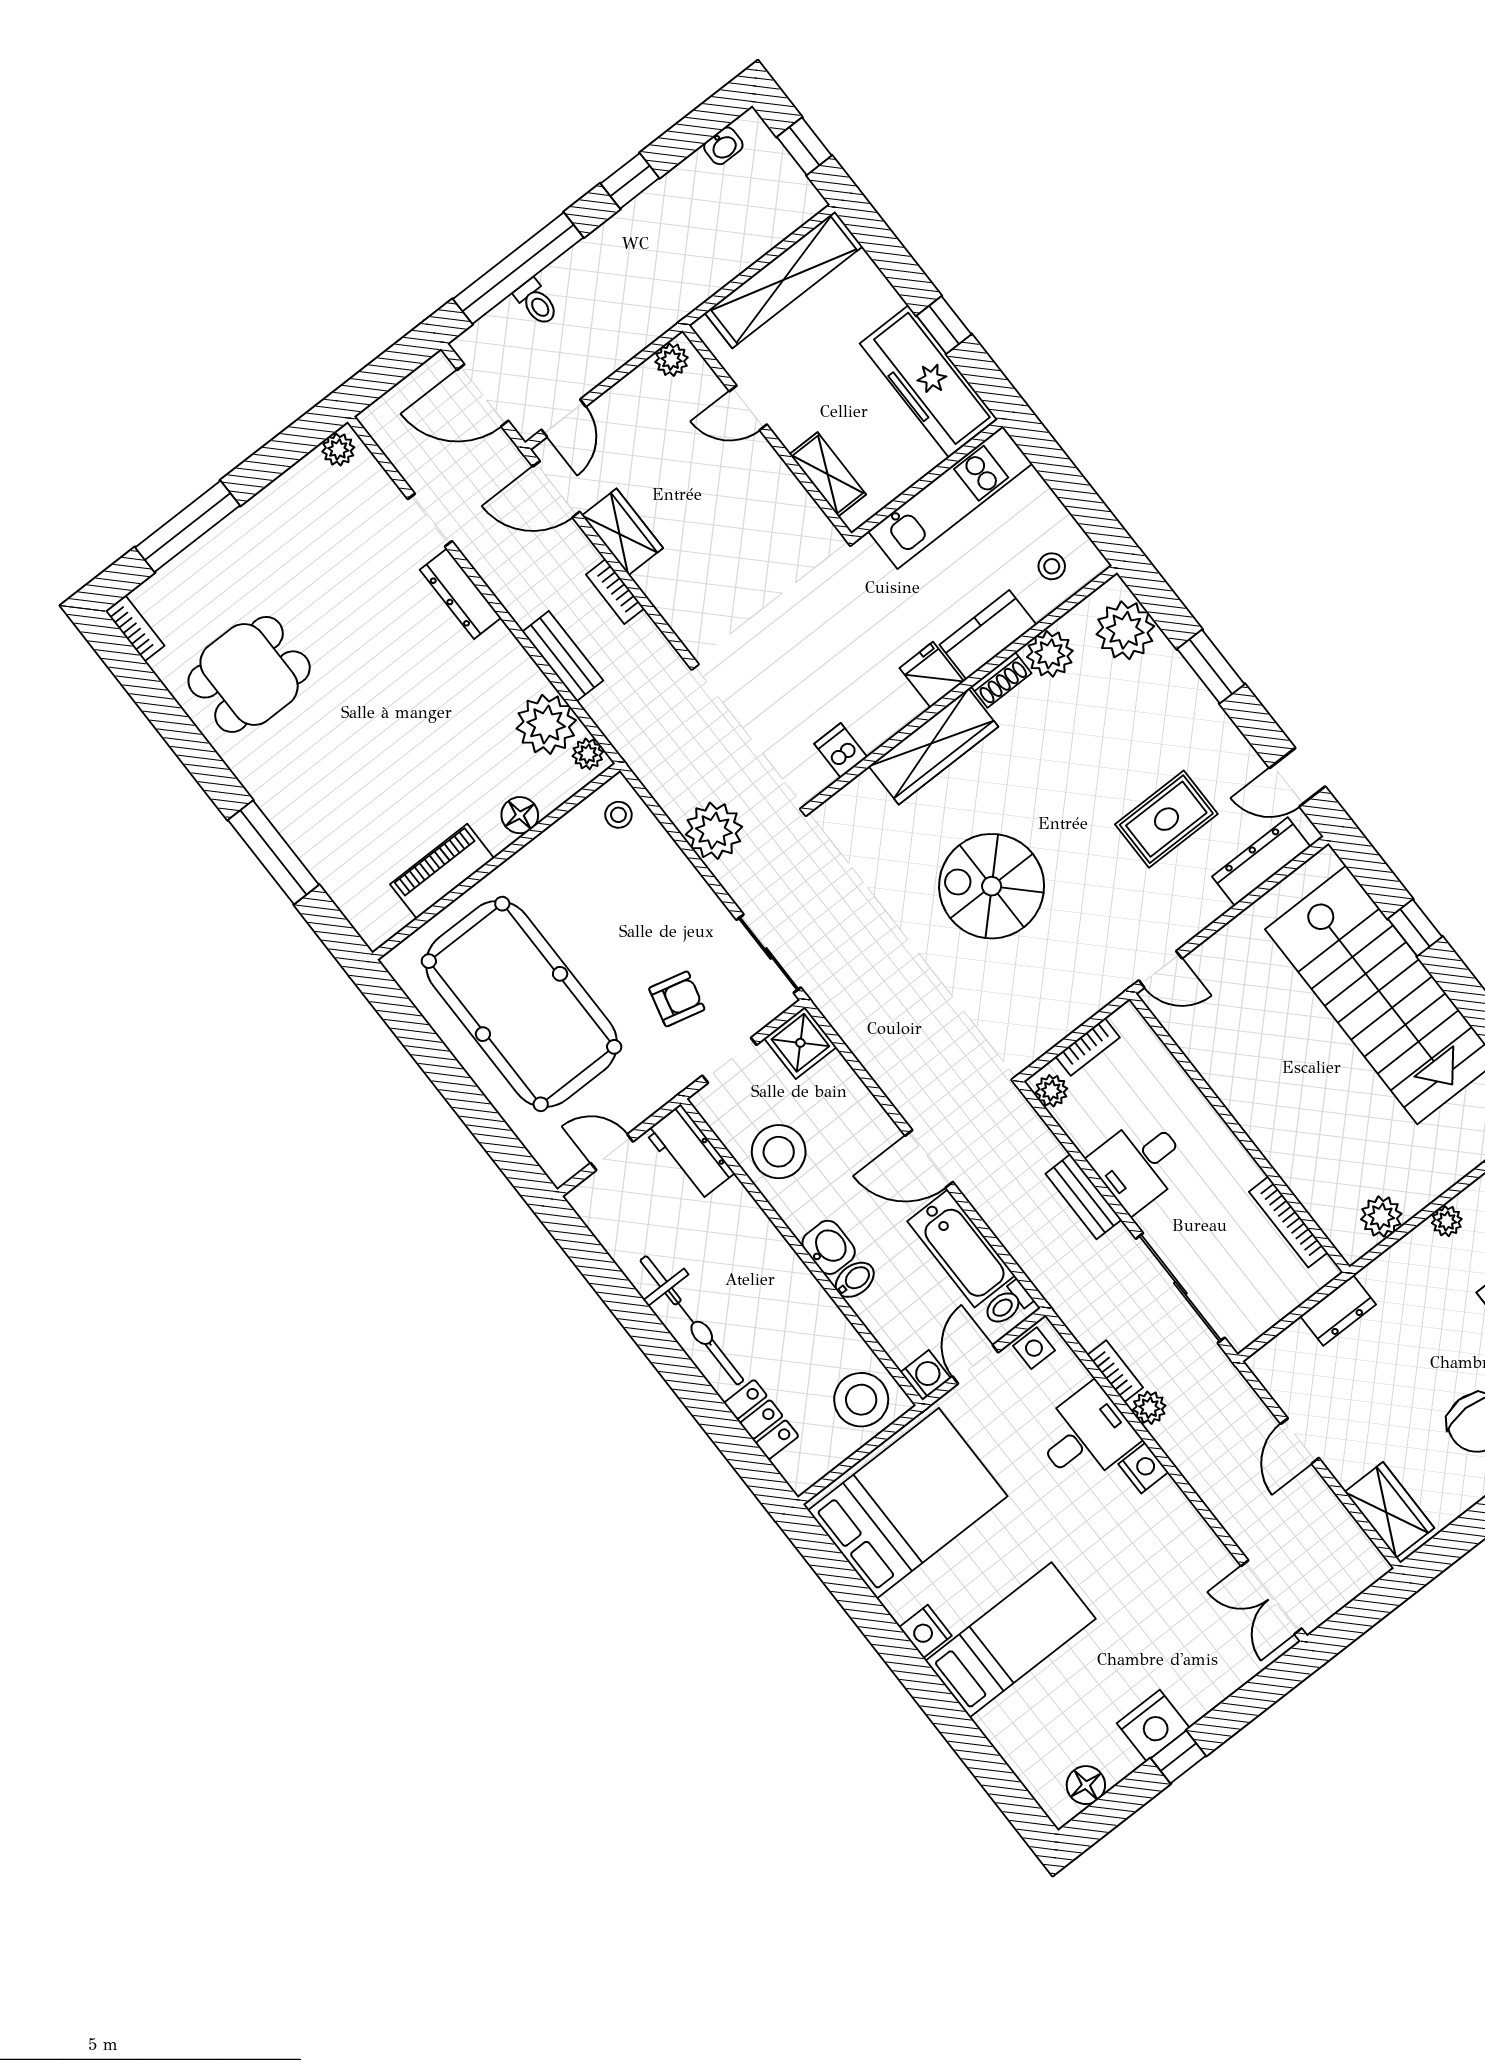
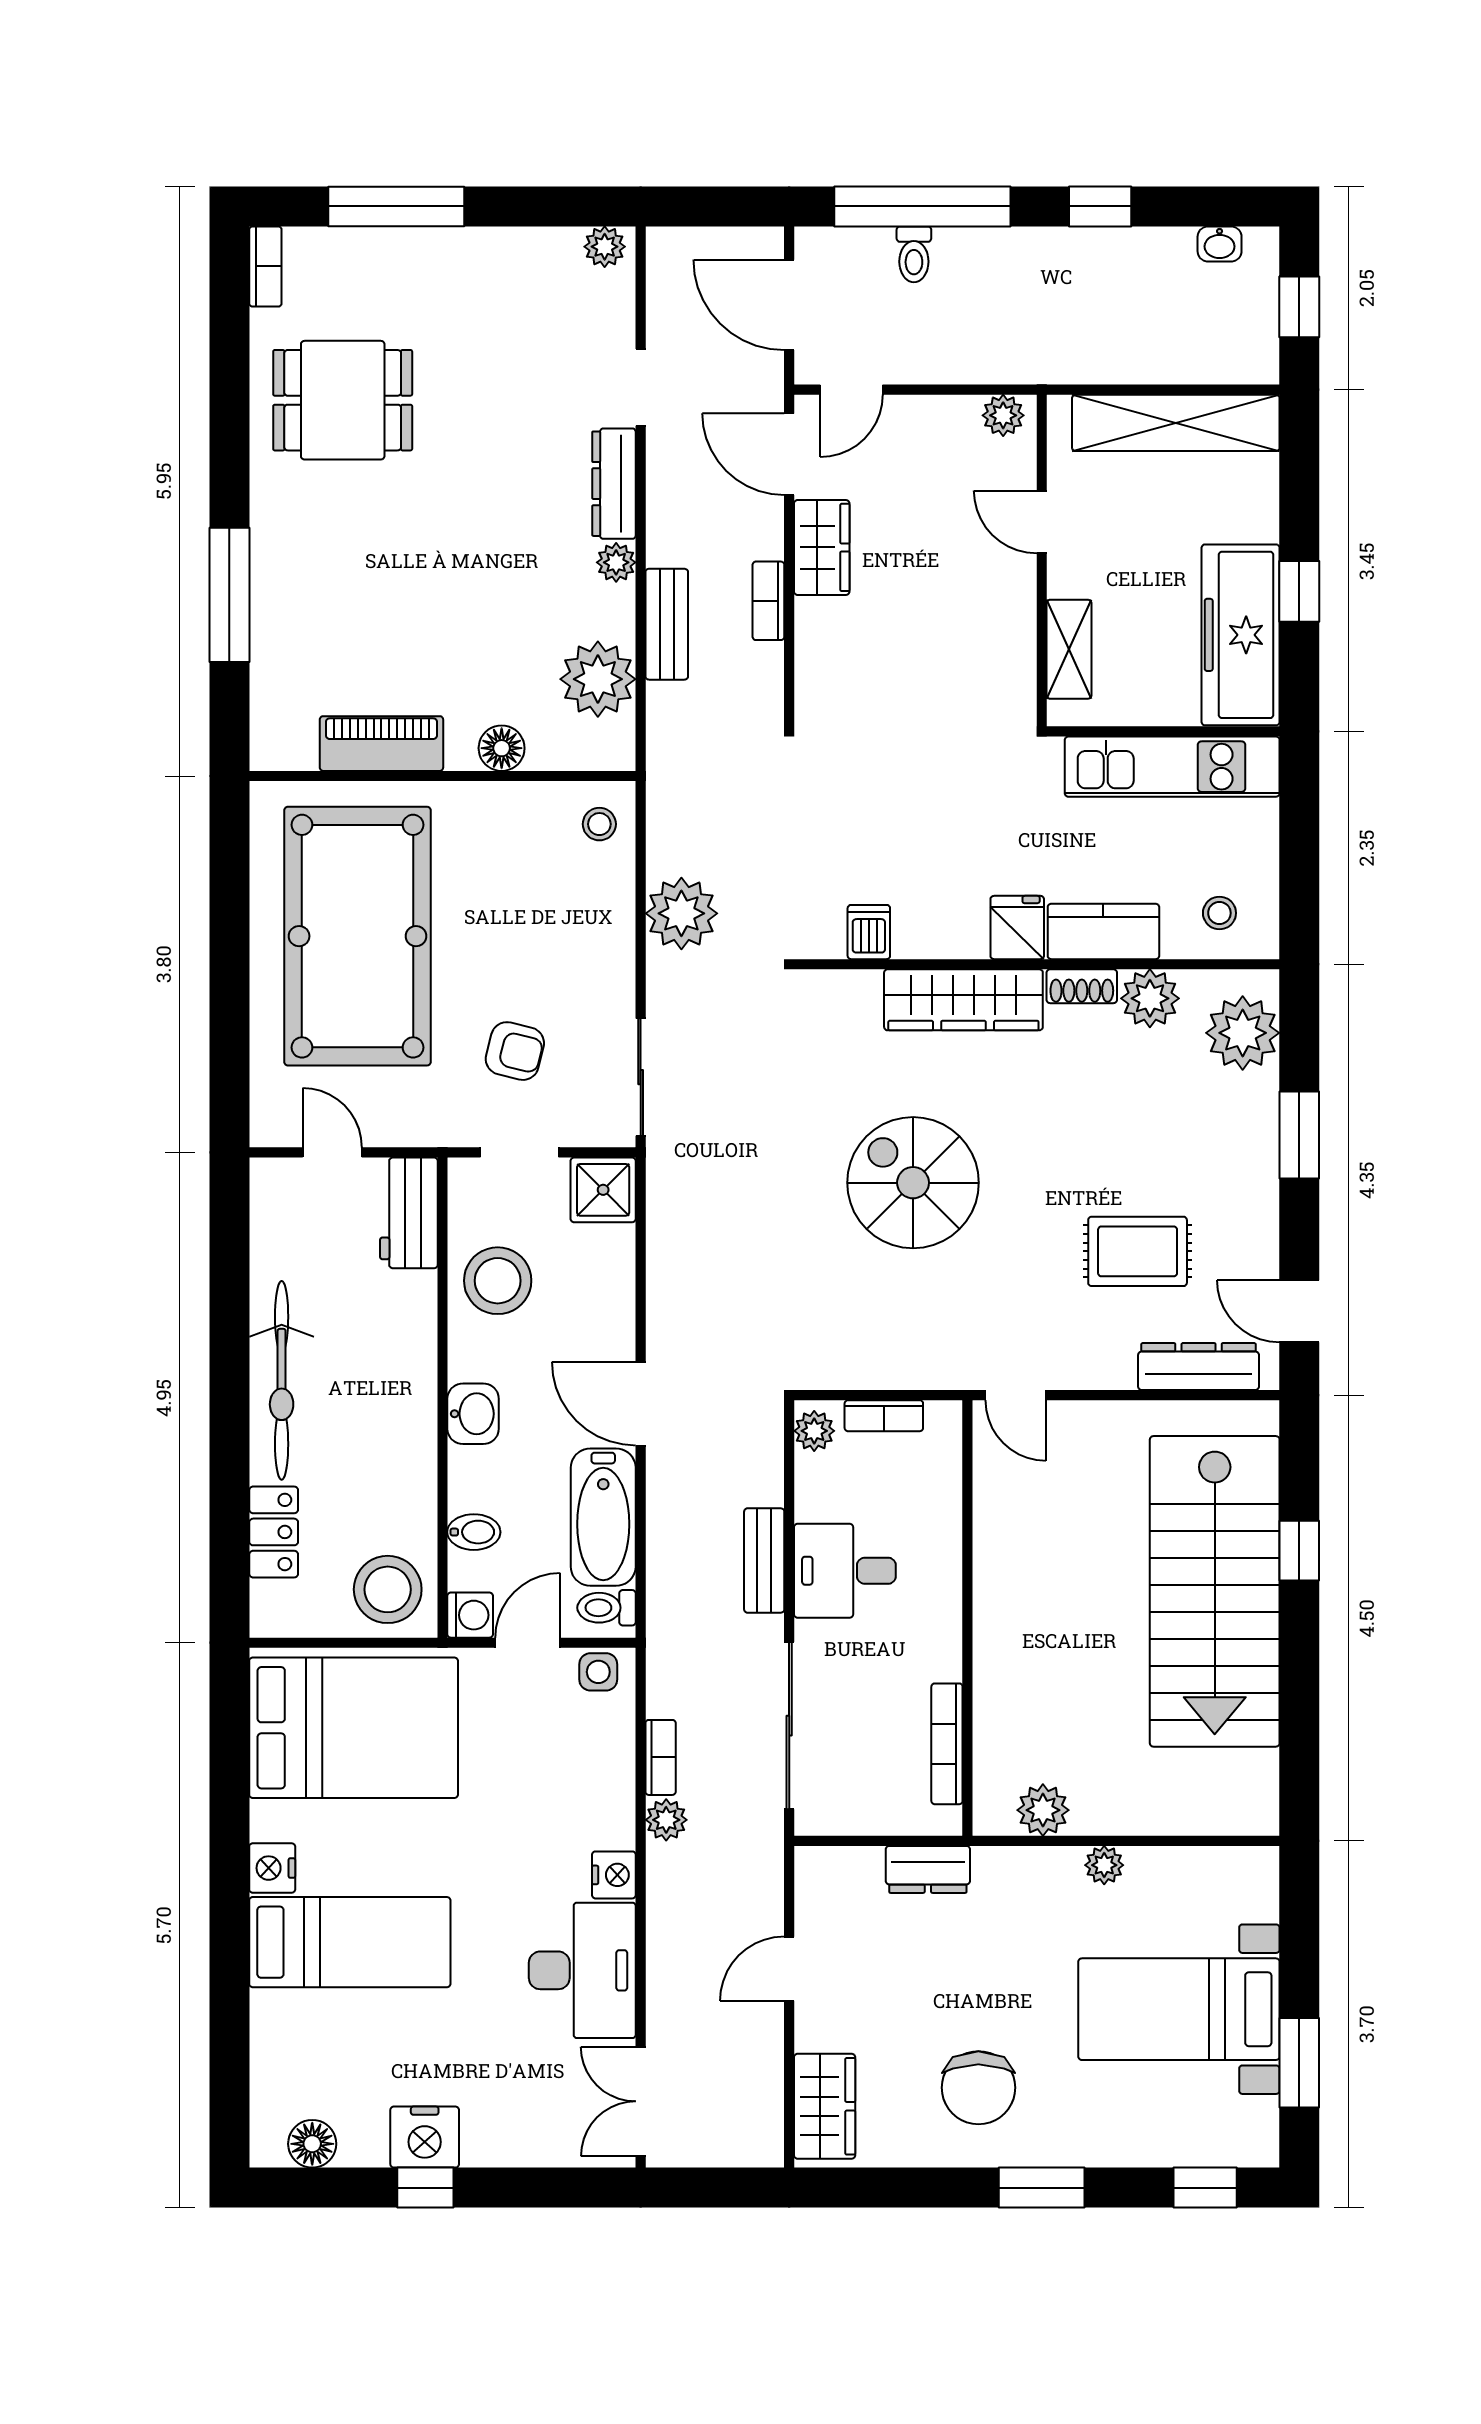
plant: (588, 754) -> (616, 562), moved
bidet: (855, 1280) -> (474, 1532), moved
desk: (1086, 1435) -> (582, 1970), moved, width x1.37

